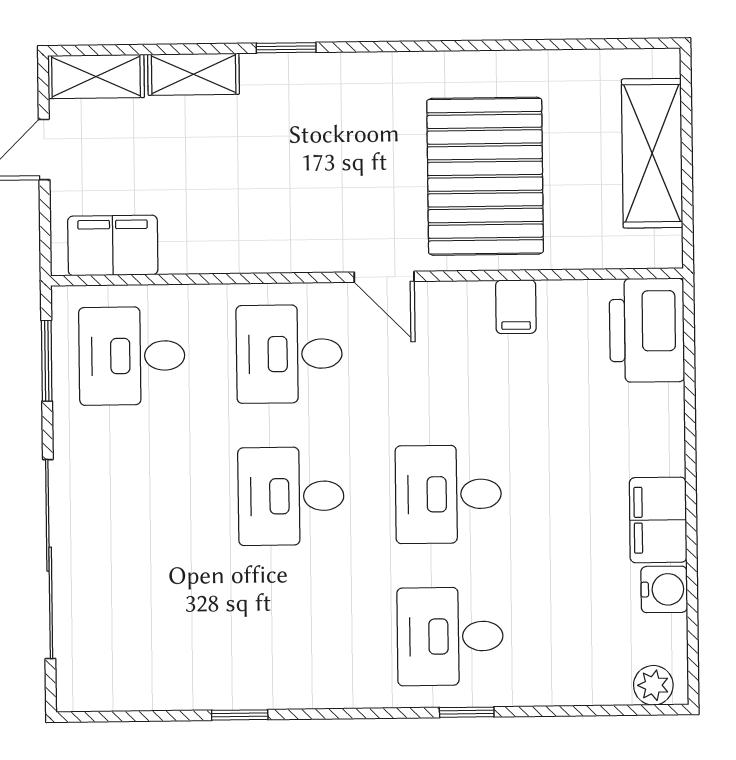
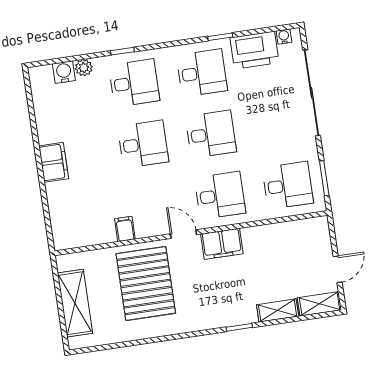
filing cabinet: (113, 245) -> (222, 244), moved
printer: (647, 330) -> (254, 50), moved, turned 90
filing cabinet: (658, 520) -> (54, 162), moved
water cooler: (664, 589) -> (64, 72), moved, turned 90
desk: (293, 638) -> (202, 73), added
plant: (653, 685) -> (84, 68), moved
water cooler: (95, 696) -> (284, 36), added

